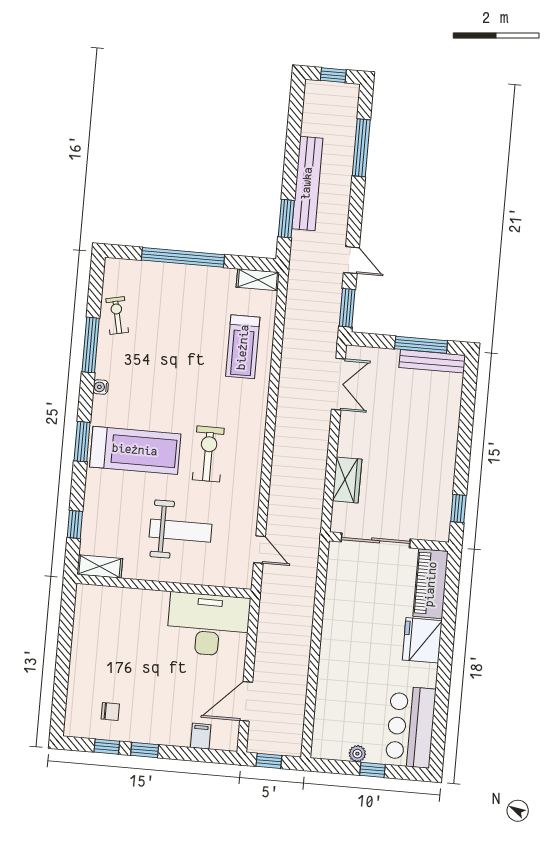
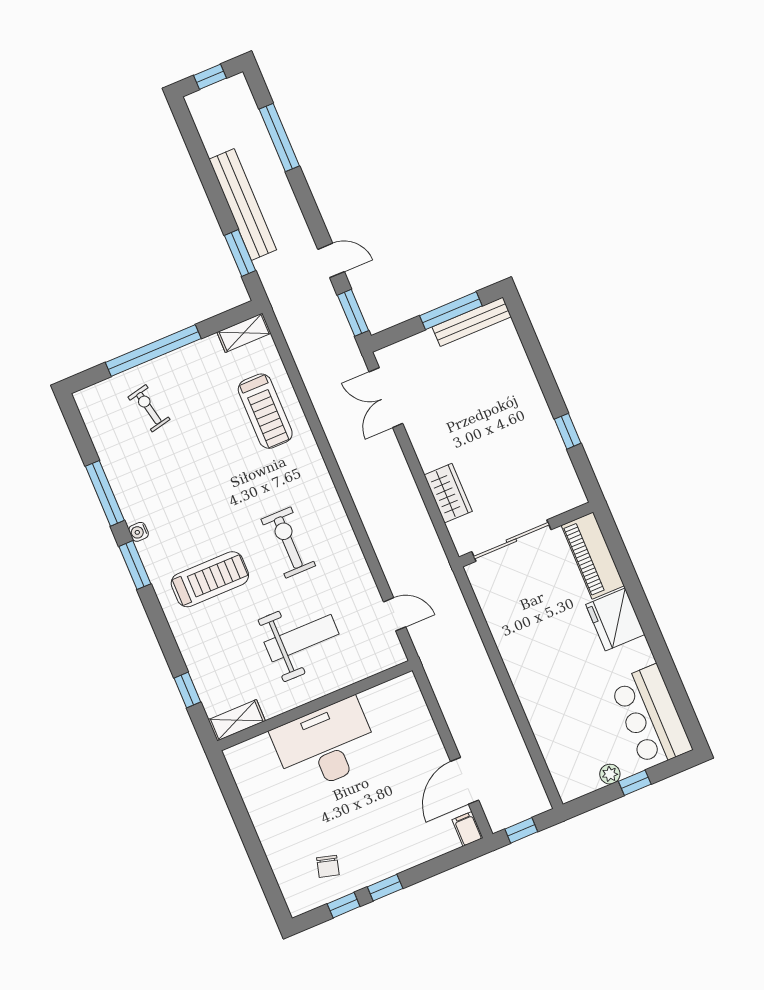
exercise bike: (117, 315) -> (149, 408), moved
double door: (338, 384) -> (386, 398), swing flipped
window: (82, 442) -> (135, 565), moved
treadmill: (135, 450) -> (210, 579), width x0.73, depth x0.73
window: (458, 509) -> (568, 431), moved
desk: (208, 625) -> (325, 745), moved
chair: (110, 711) -> (328, 866), turned 105
filing cabinet: (201, 736) -> (468, 829), moved

